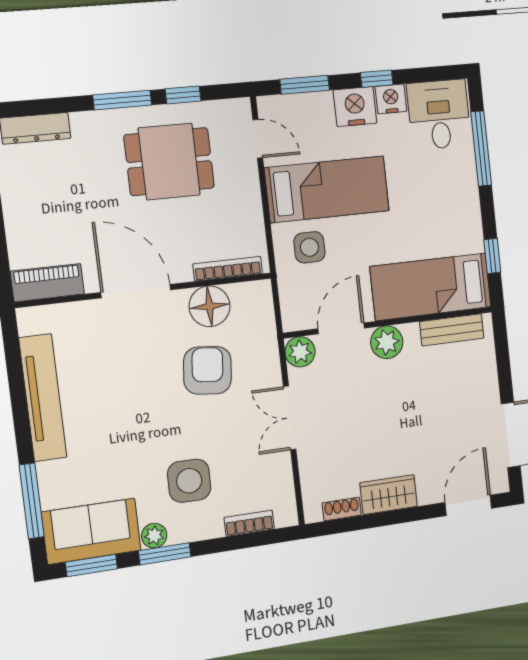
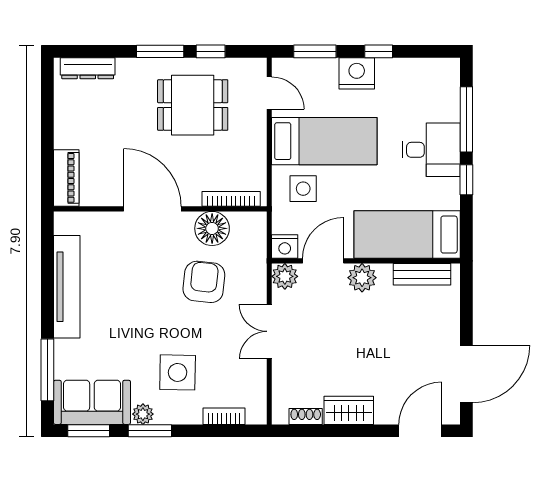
nightstand: (391, 99) -> (285, 246), moved, turned 180
desk: (439, 115) -> (431, 150), moved, turned 90
window: (492, 256) -> (466, 180), moved
piano: (47, 283) -> (66, 178), moved, turned 90

